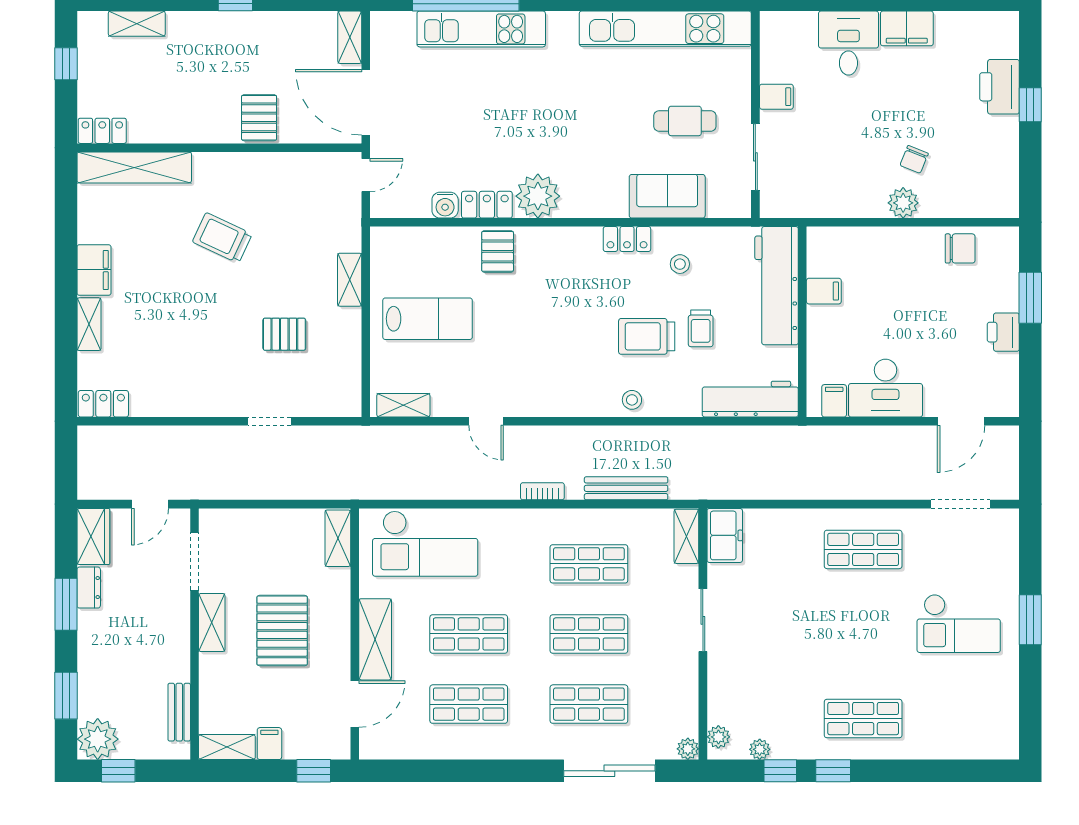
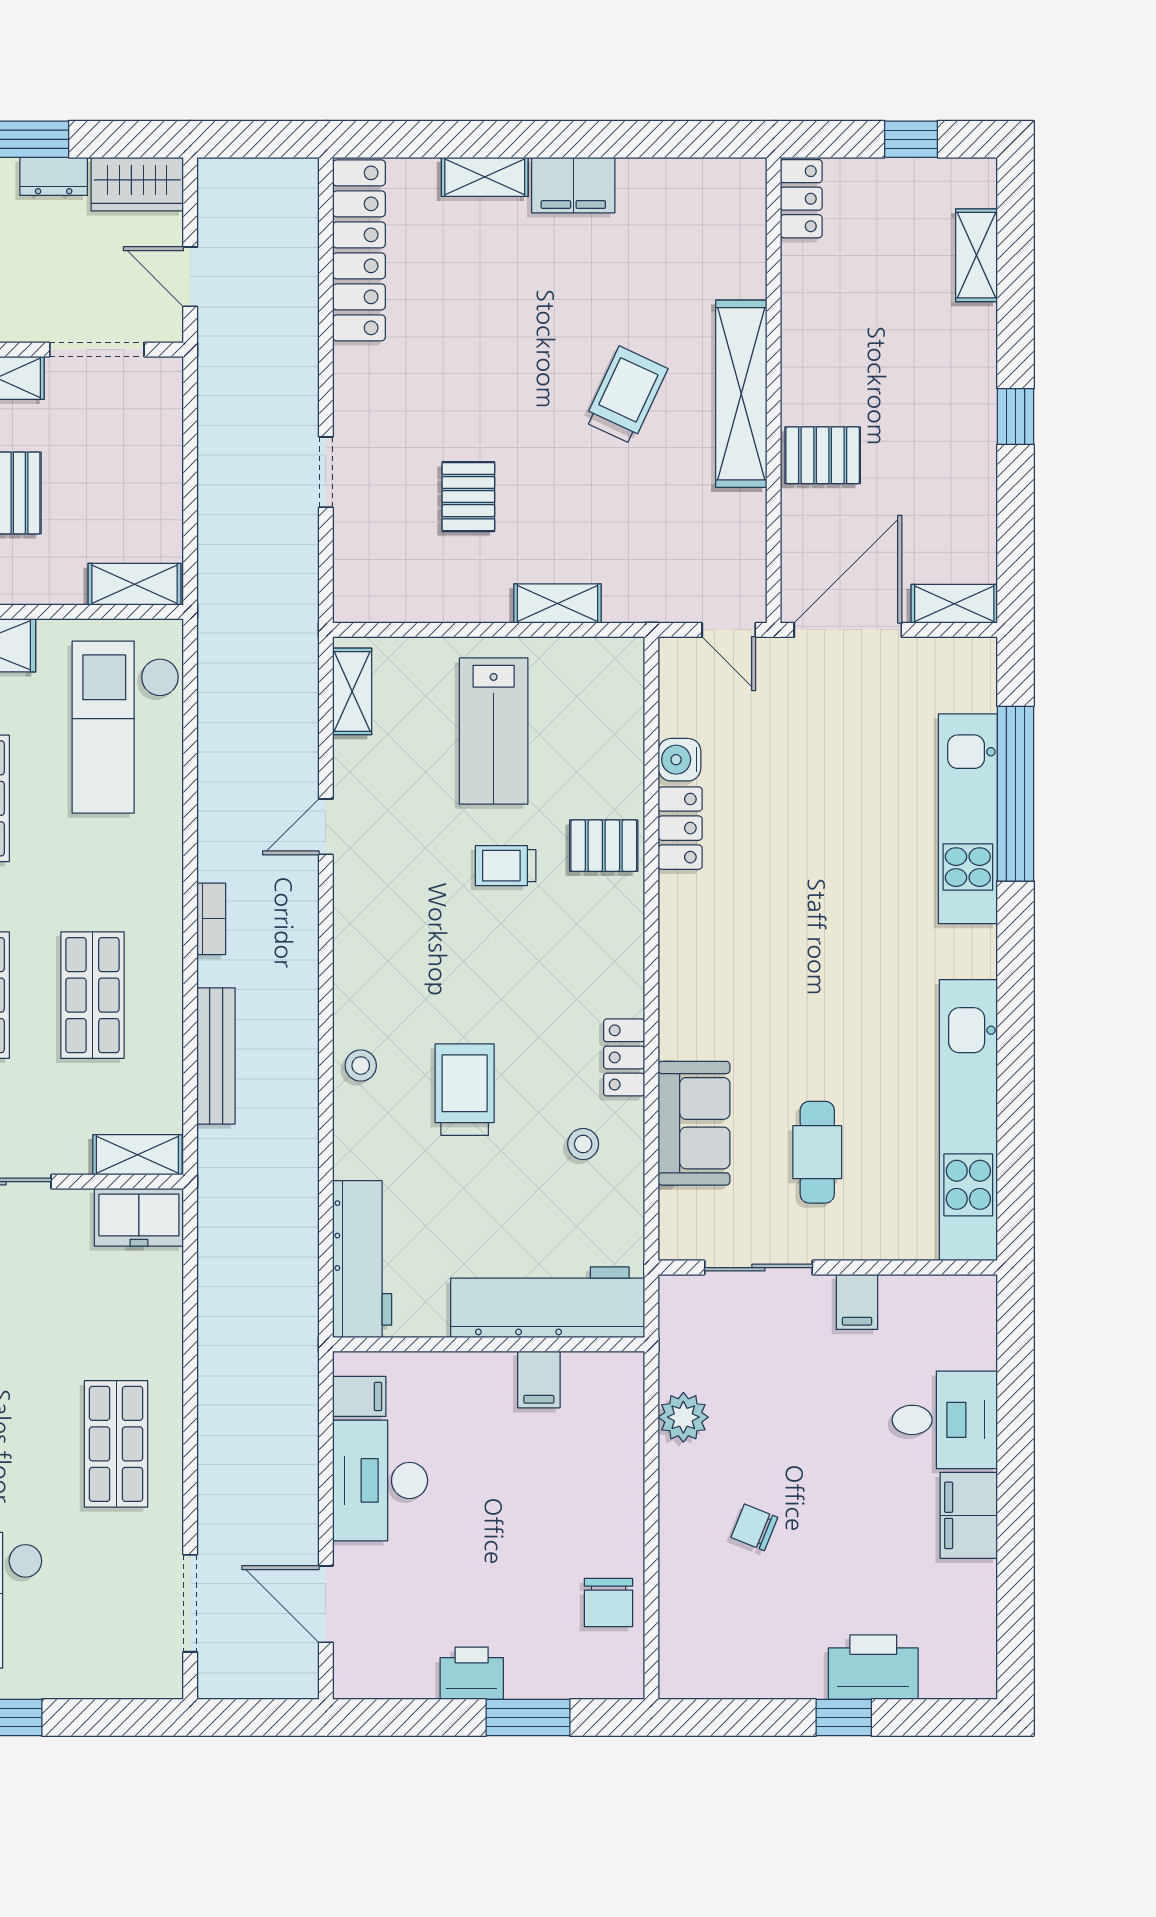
shelving: (134, 167) -> (741, 394), moved
plant: (538, 196) -> (694, 911), removed
plant: (903, 203) -> (683, 1417), moved
trolley: (701, 328) -> (506, 866), moved
locker: (103, 404) -> (359, 250), width x2.16, depth x1.21

